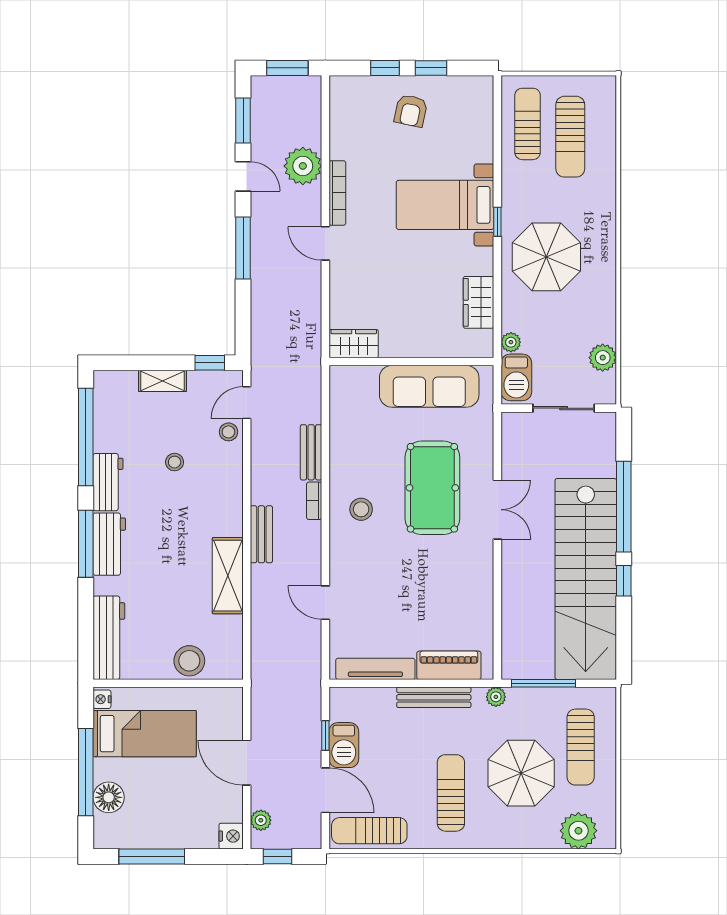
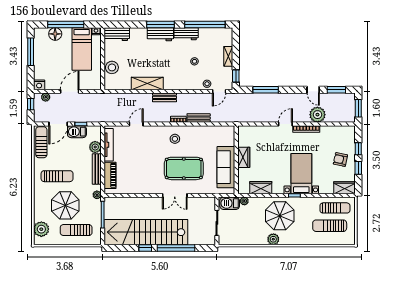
wardrobe: (479, 101) -> (344, 188), added
door: (243, 176) -> (313, 90), hinge flipped
window: (243, 248) -> (266, 90), moved
wardrobe: (354, 344) -> (244, 157), moved
plant: (603, 358) -> (273, 239), moved
door: (247, 403) -> (219, 91), swing flipped
workbench: (109, 638) -> (117, 34), width x0.73
plant: (381, 701) -> (95, 147), added

